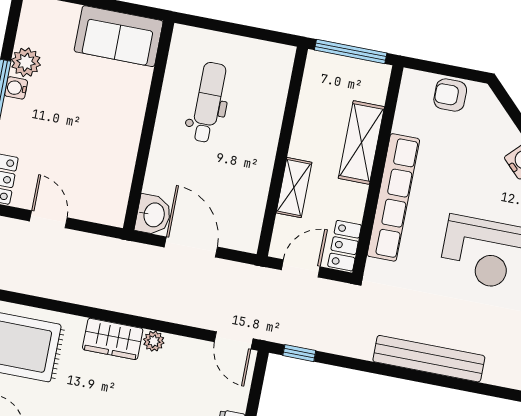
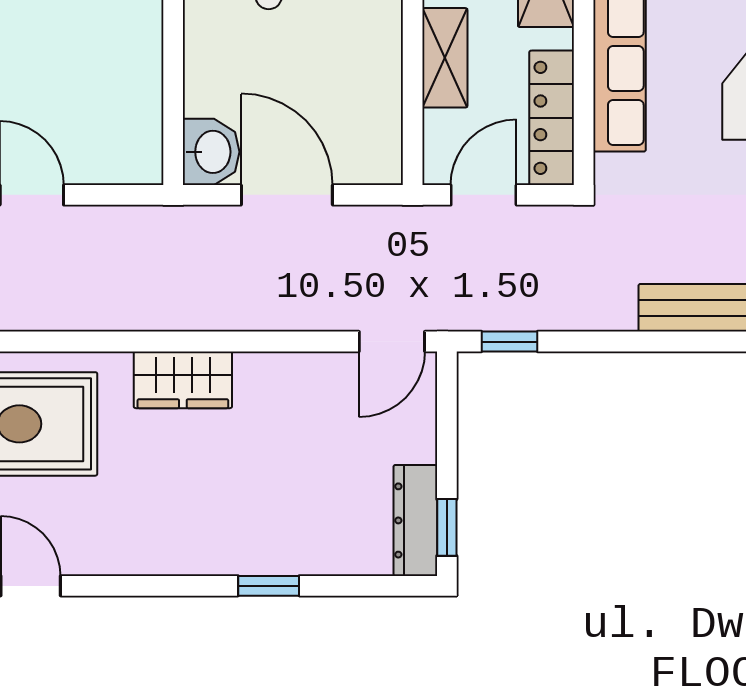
locker: (345, 246) -> (552, 118), width x1.53
door: (234, 340) -> (392, 342), hinge flipped
plant: (154, 341) -> (254, 370), removed

